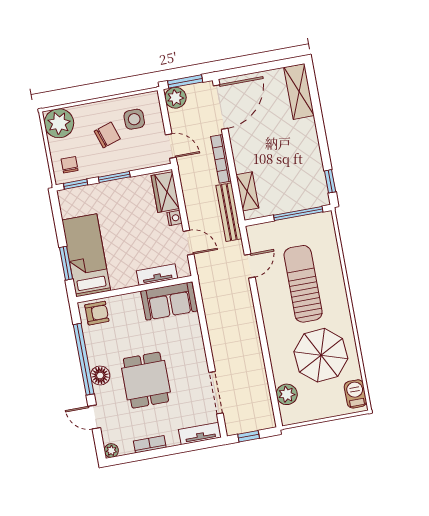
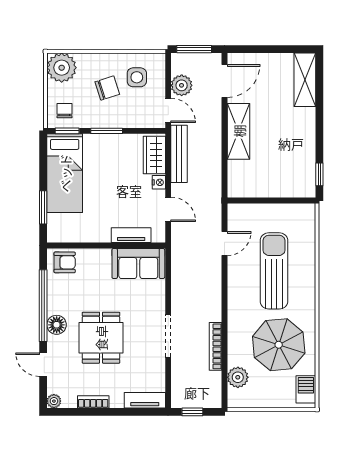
plant: (175, 98) -> (182, 85), moved
door: (221, 107) -> (224, 81), width x0.73
bookcase: (221, 159) -> (216, 346), moved
shelving: (247, 191) -> (239, 131), moved, width x1.50, depth x1.33
bench: (229, 212) -> (179, 154), moved
window: (298, 214) -> (282, 200), removed
bed: (86, 255) -> (65, 173), moved, turned 180
doorway: (216, 393) -> (168, 336), moved

